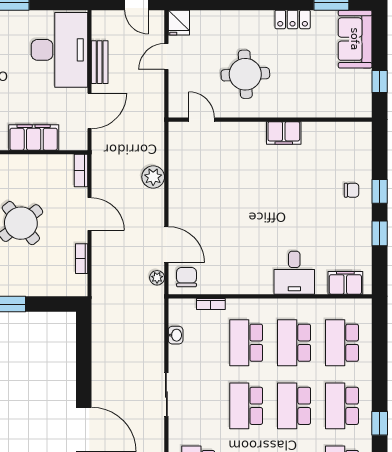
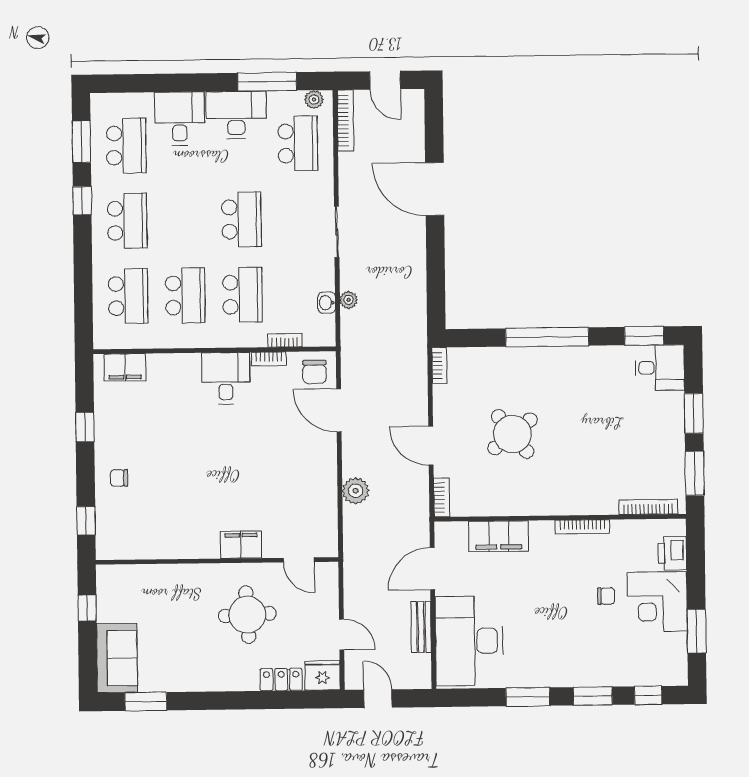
locker: (293, 19) -> (281, 680), moved
fridge: (179, 23) -> (322, 675), width x1.38
door: (166, 57) -> (342, 635), hinge flipped
filing cabinet: (284, 133) -> (241, 545), moved
window: (380, 191) -> (86, 521), moved
bookcase: (82, 259) -> (439, 365), moved
desk: (294, 273) -> (226, 378), moved
plant: (157, 278) -> (349, 300), moved
bookcase: (225, 289) -> (269, 359), added
school desk: (294, 406) -> (184, 220), removed

